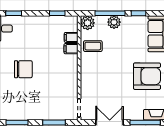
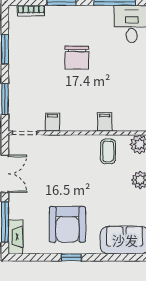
filing cabinet: (71, 37) -> (52, 122), moved

